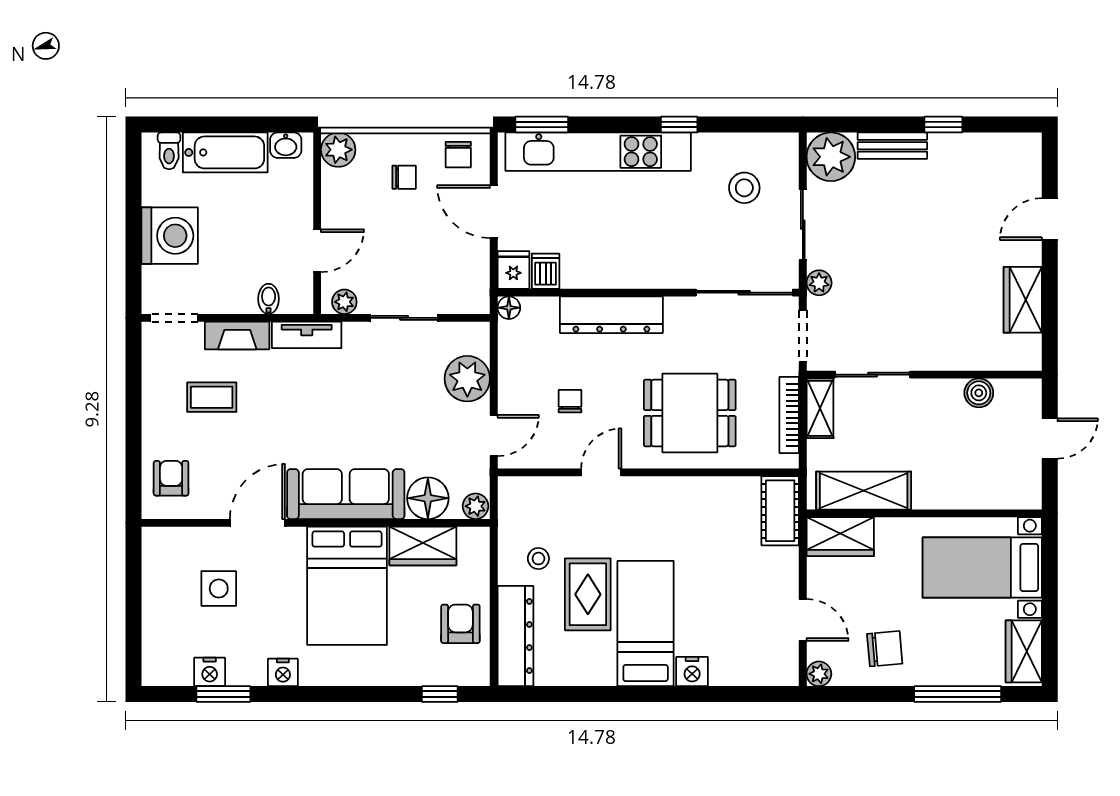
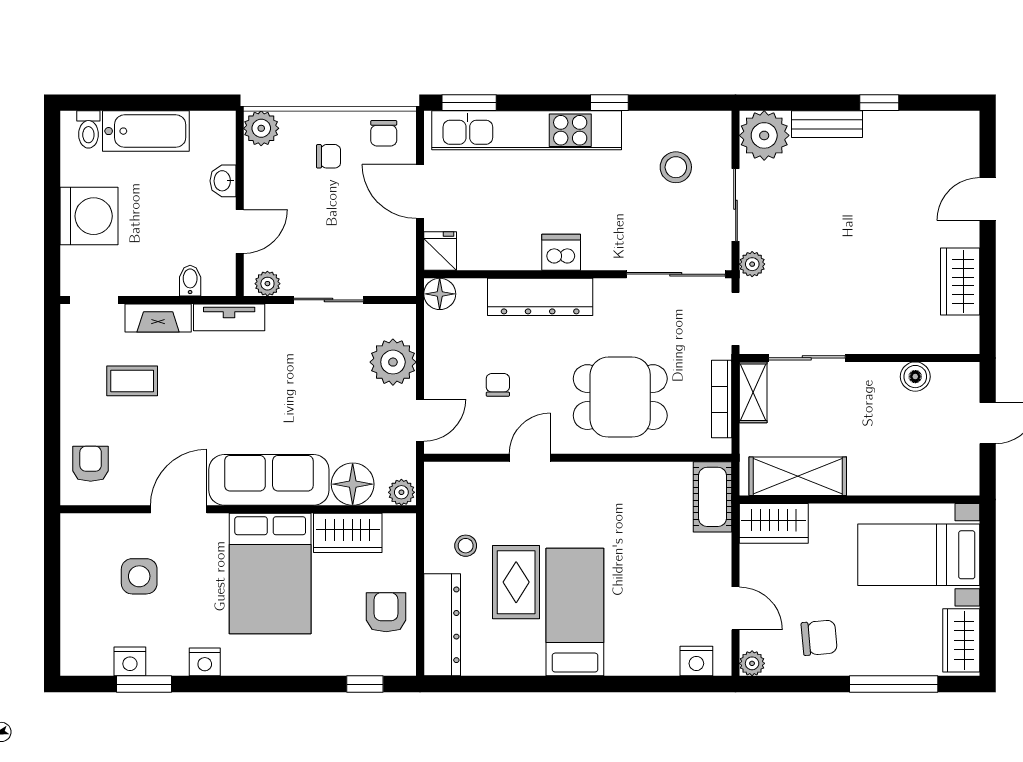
washbasin: (286, 145) -> (223, 181), moved, turned 90
dishwasher: (546, 271) -> (561, 252), moved, width x1.38
floor lamp: (509, 308) -> (440, 294), width x1.37, depth x1.37
nightstand: (692, 672) -> (696, 661), moved

